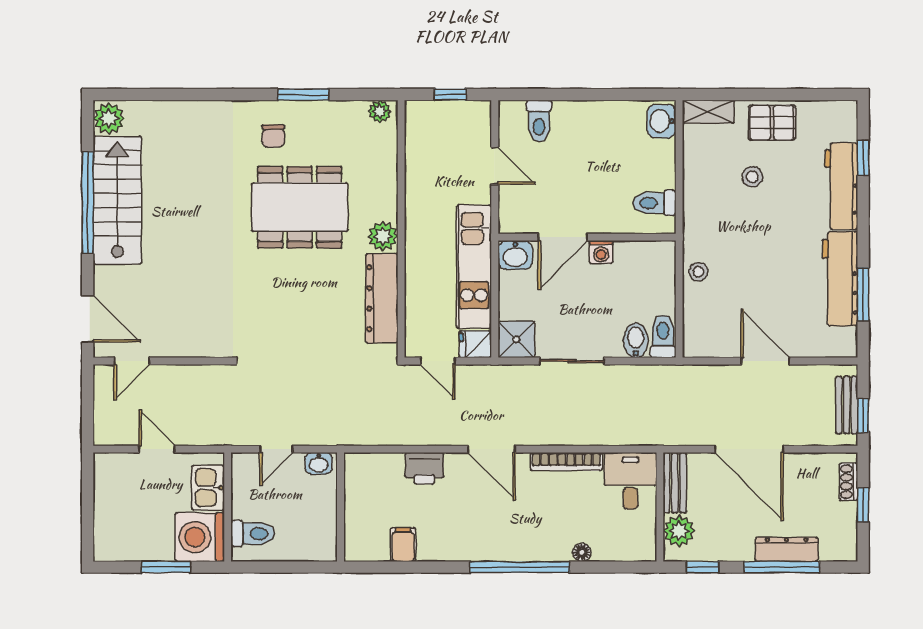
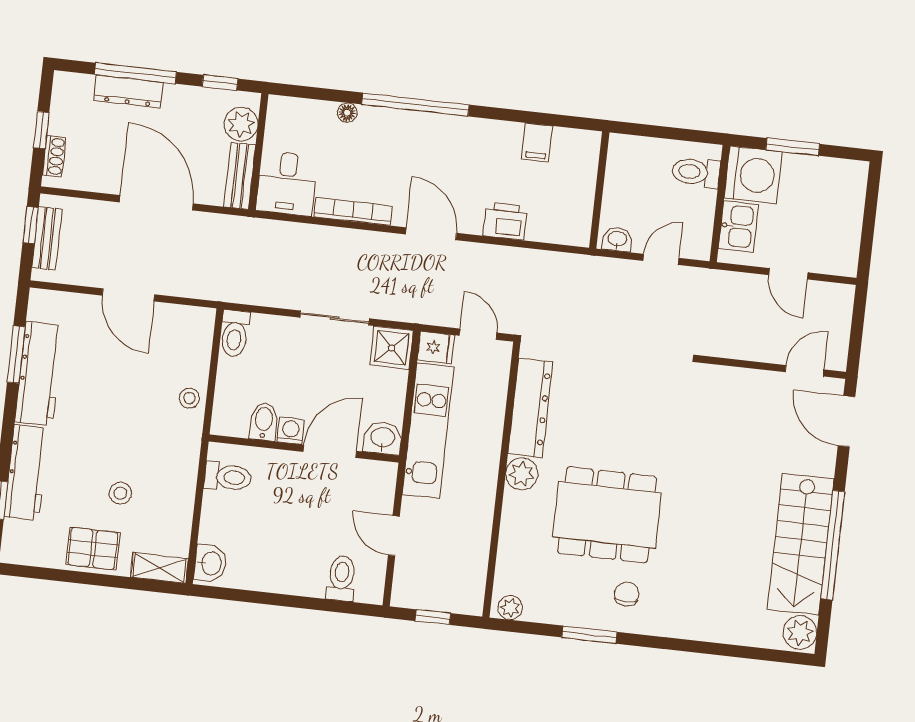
bidet: (636, 340) -> (264, 422), moved, turned 180

